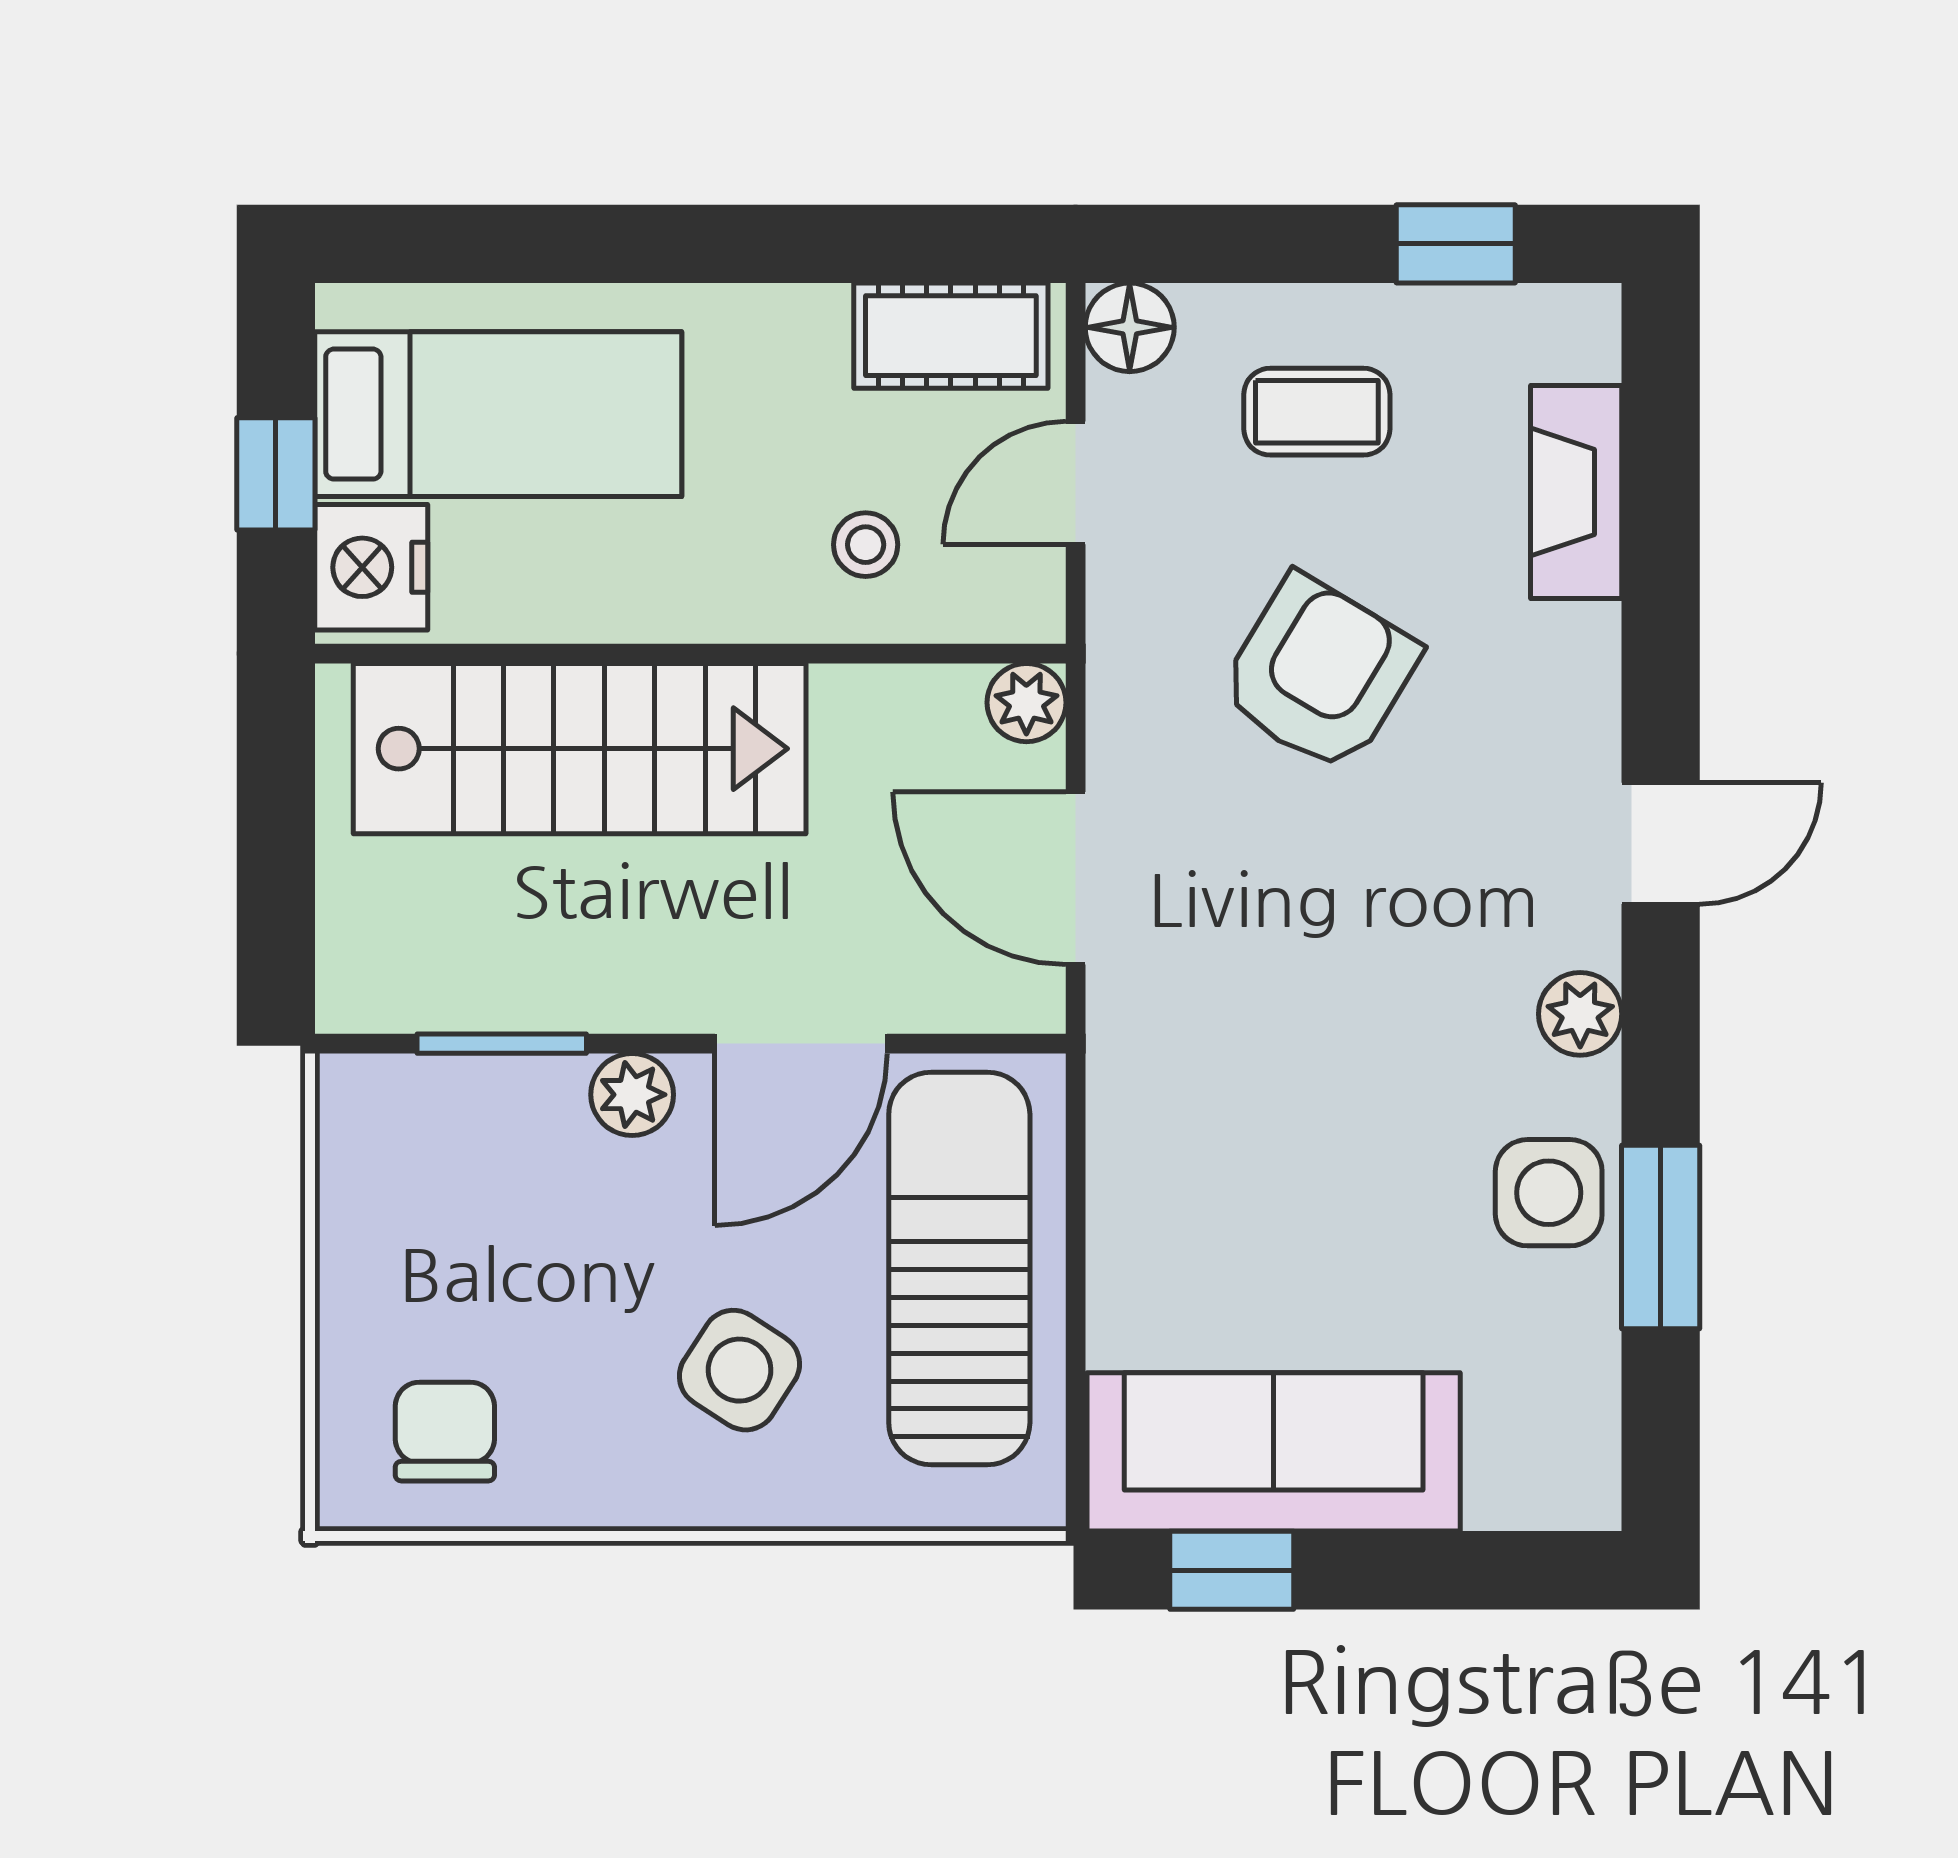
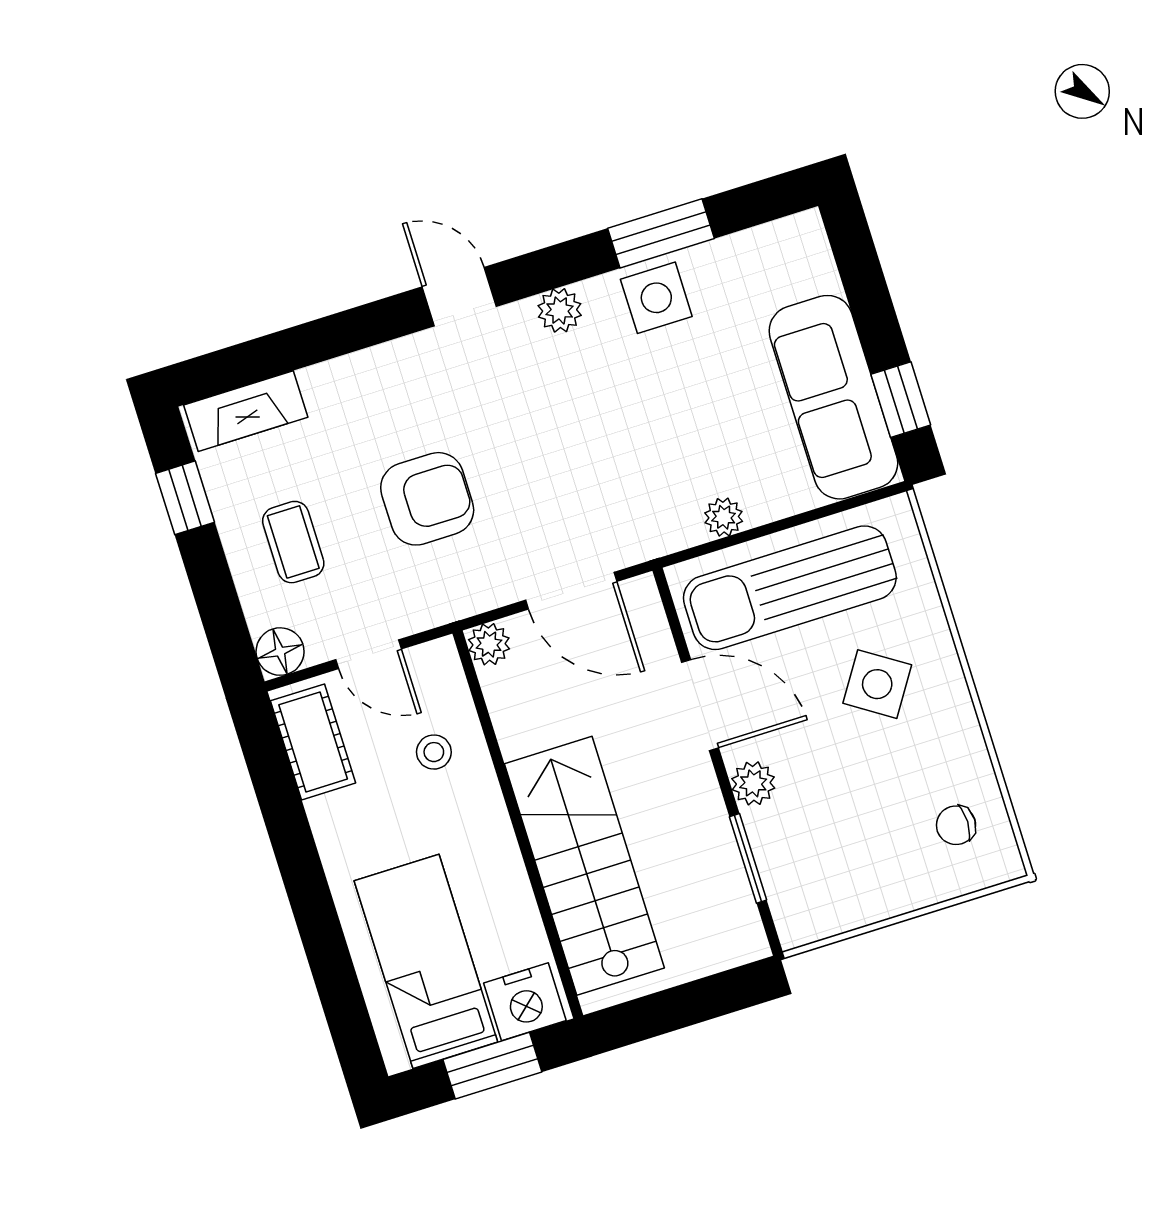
window: (276, 474) -> (492, 1066), width x1.50
fireplace: (1576, 492) -> (246, 411), moved
armchair: (1319, 674) -> (427, 499), turned 149
door: (1076, 878) -> (571, 591), hinge flipped
plant: (1122, 1190) -> (724, 517), added
chair: (445, 1432) -> (956, 825), width x0.73, depth x0.73

